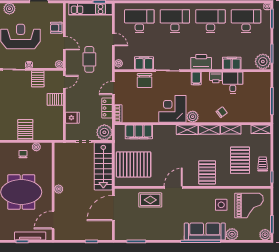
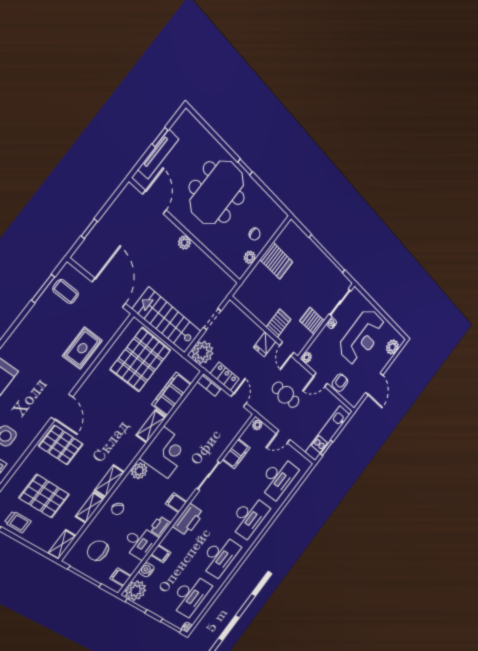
filing cabinet: (232, 63) -> (161, 554), width x0.50
water cooler: (246, 65) -> (147, 570), added
filing cabinet: (260, 78) -> (121, 577), added
chair: (145, 80) -> (98, 551), moved
fridge: (72, 118) -> (265, 344), moved
shelving: (187, 130) -> (151, 426), moved
door: (173, 187) -> (62, 407), moved
coffee table: (129, 230) -> (66, 292), added

